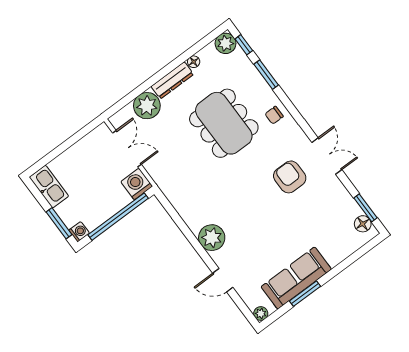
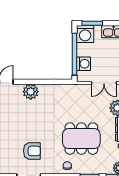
washing machine: (137, 184) -> (83, 64), moved
washing machine: (79, 232) -> (85, 34), width x1.89, depth x1.89

